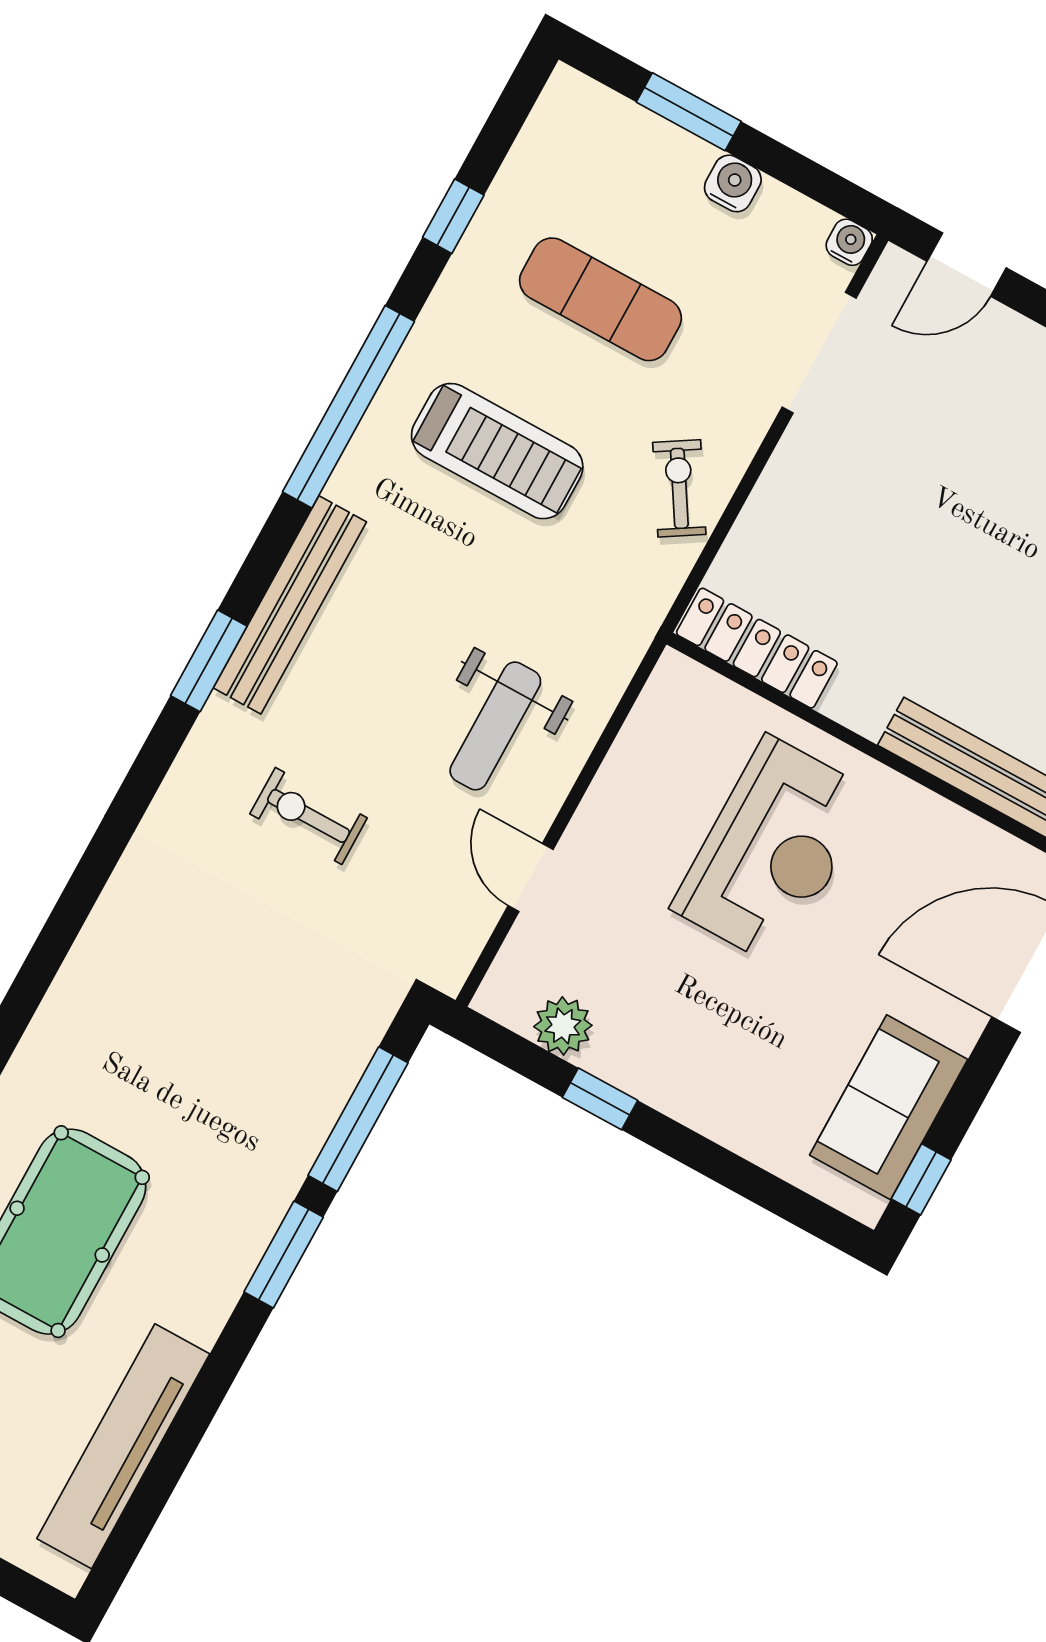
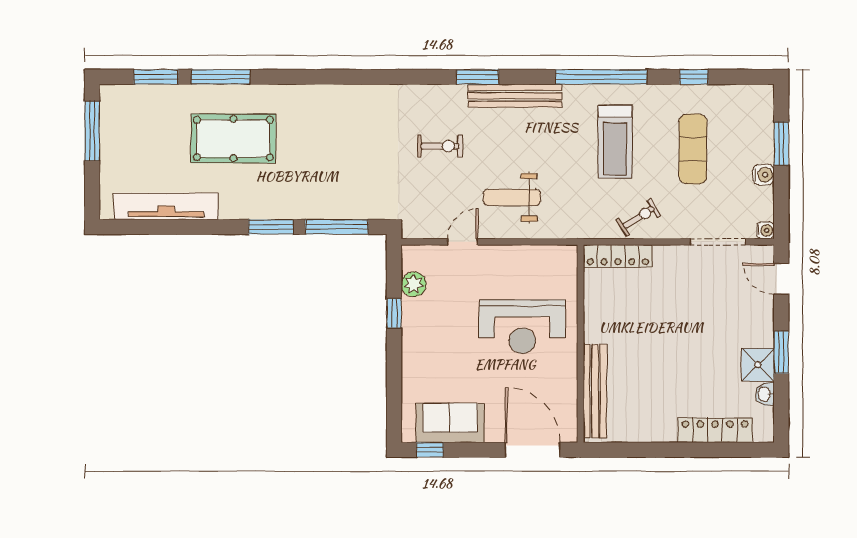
locker: (757, 648) -> (618, 256), moved, turned 90
exercise bike: (309, 816) -> (440, 146), turned 90

